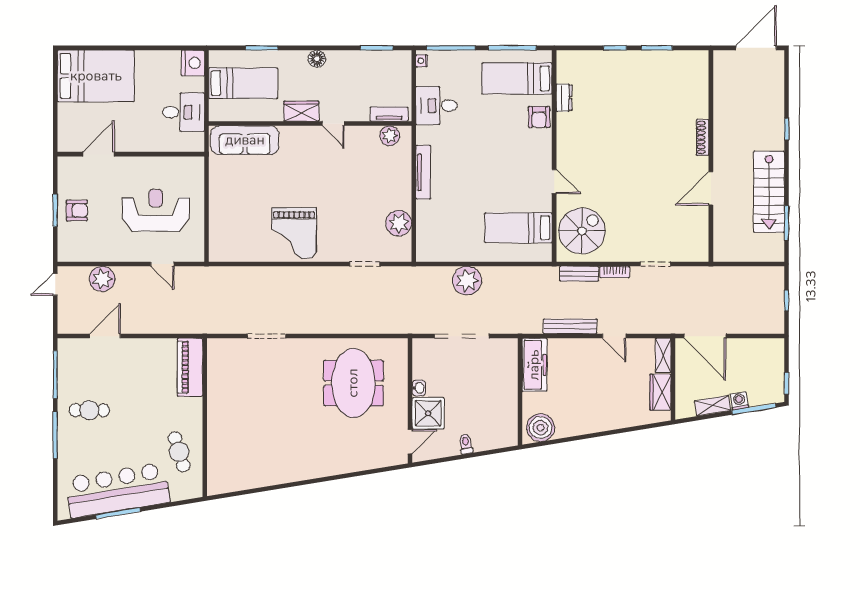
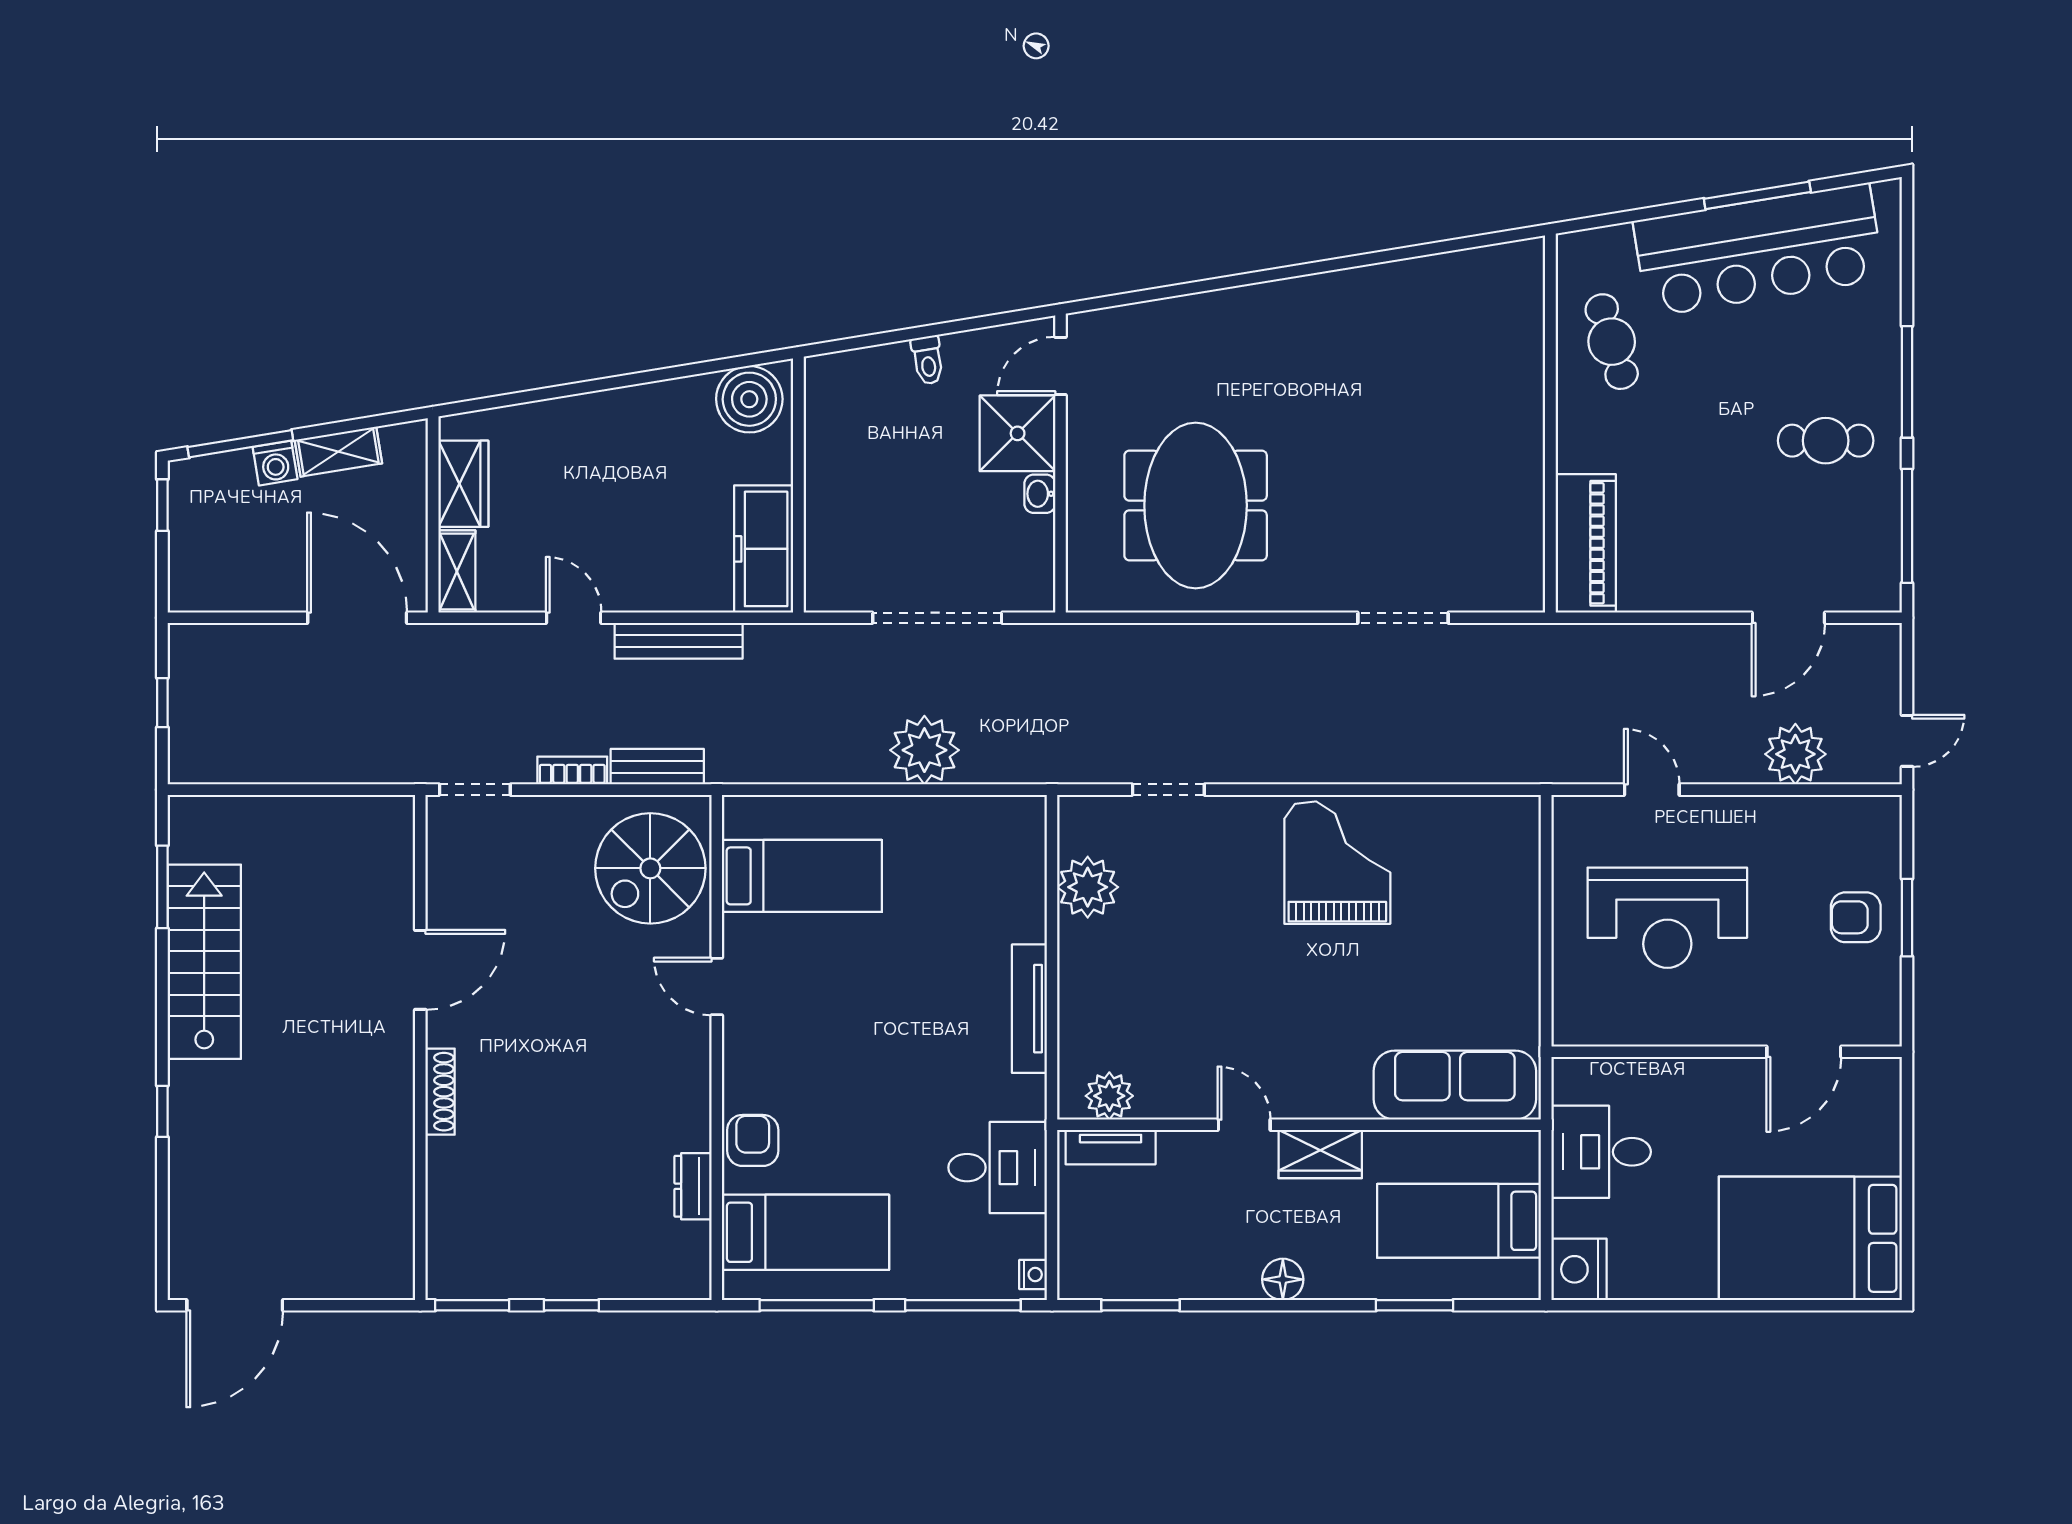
shoe rack: (703, 137) -> (440, 1092), moved
wall: (711, 156) -> (420, 1047), moved
door: (711, 188) -> (420, 970), moved

